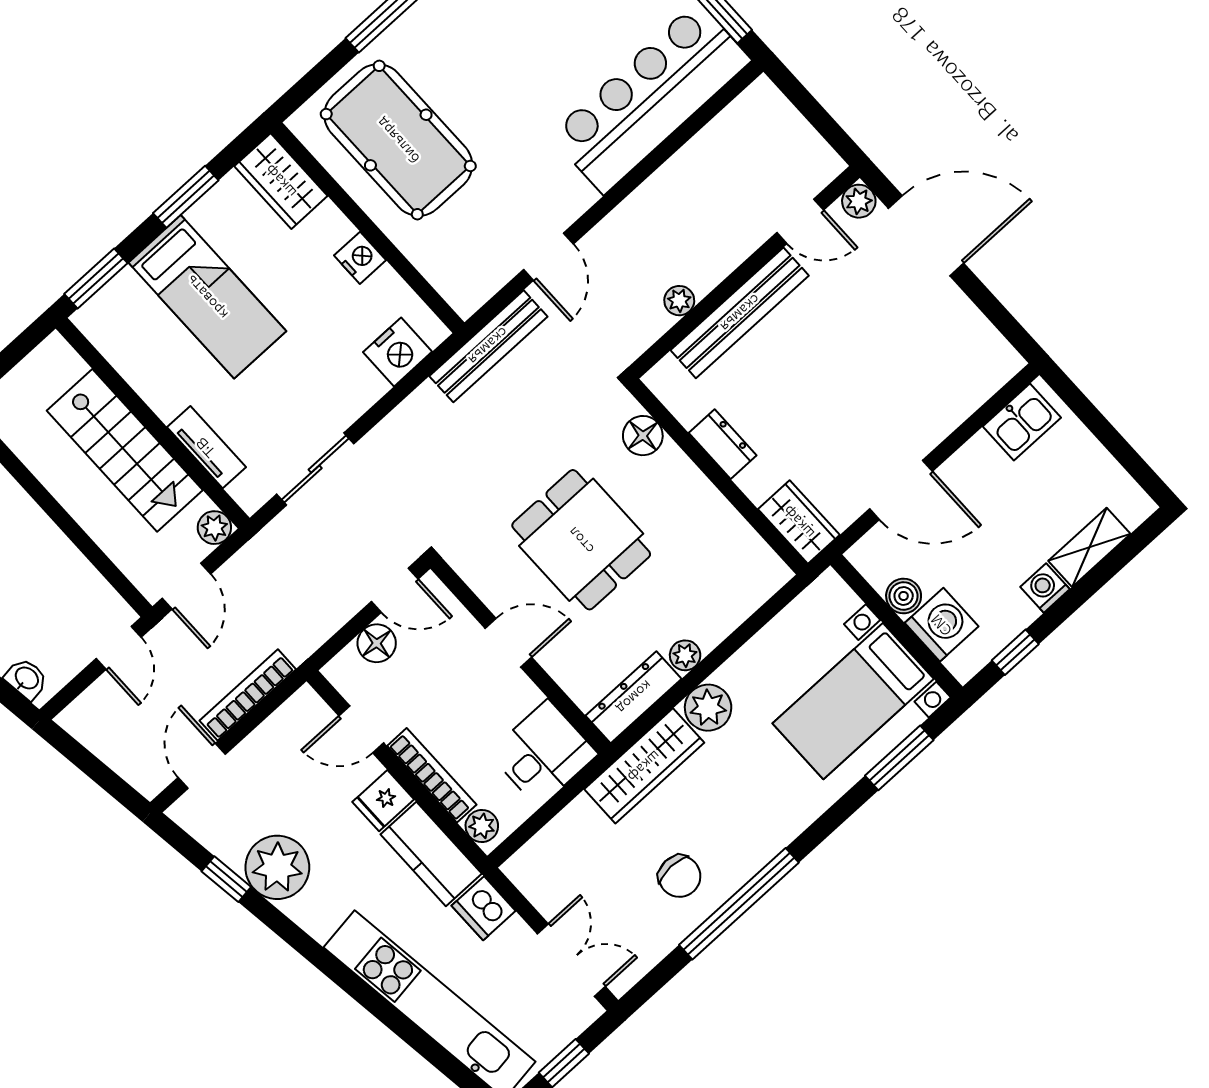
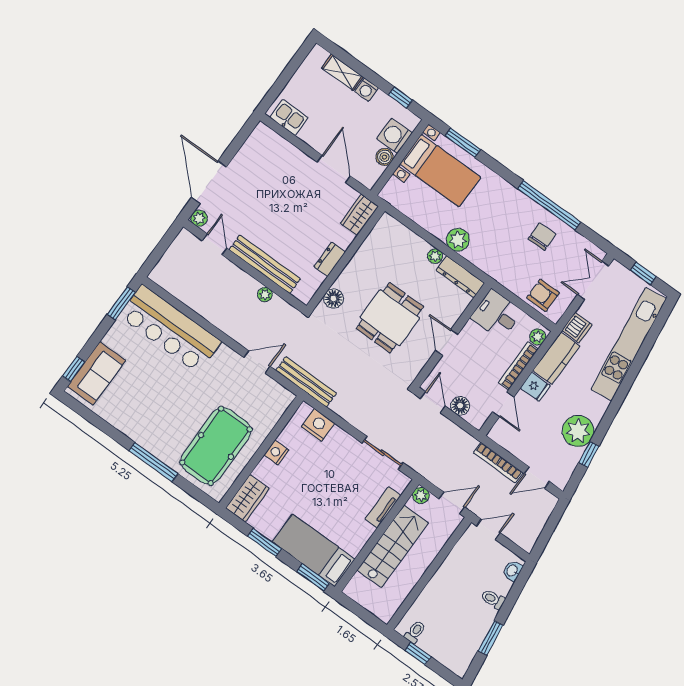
bed: (207, 297) -> (314, 550), moved, turned -90
wardrobe: (644, 766) -> (492, 265), removed
armchair: (562, 854) -> (543, 295), added

